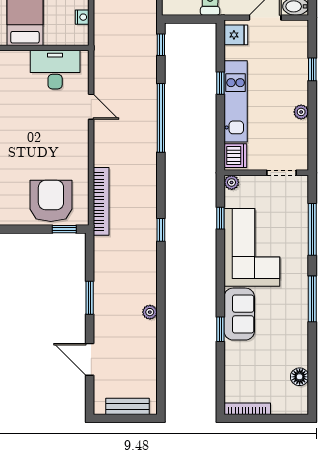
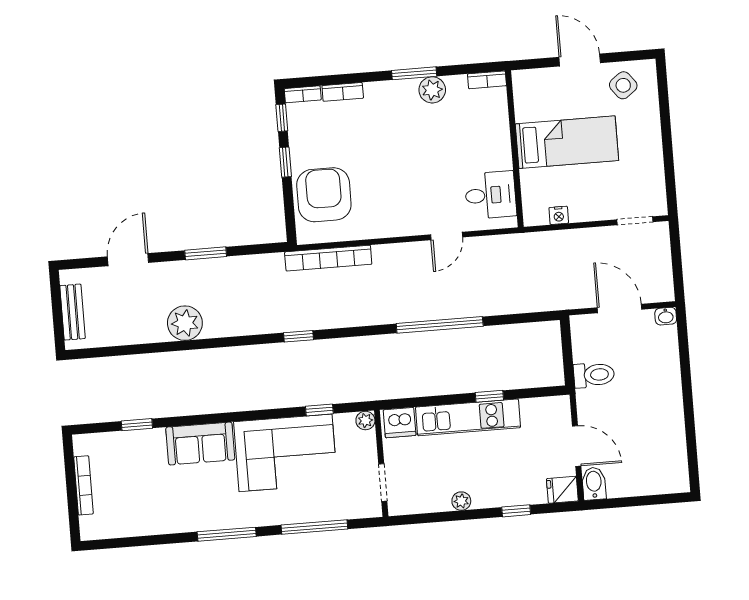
fridge: (236, 35) -> (562, 490), moved, turned 90
window: (161, 45) -> (532, 317), removed
desk: (55, 70) -> (491, 195), width x0.73
armchair: (51, 201) -> (324, 195), turned -90
window: (64, 229) -> (285, 162), moved
plant: (150, 312) -> (185, 323), width x1.88, depth x1.88
window: (220, 329) -> (137, 425), moved
floor lamp: (300, 377) -> (127, 526), removed
bookcase: (247, 409) -> (83, 485), moved

